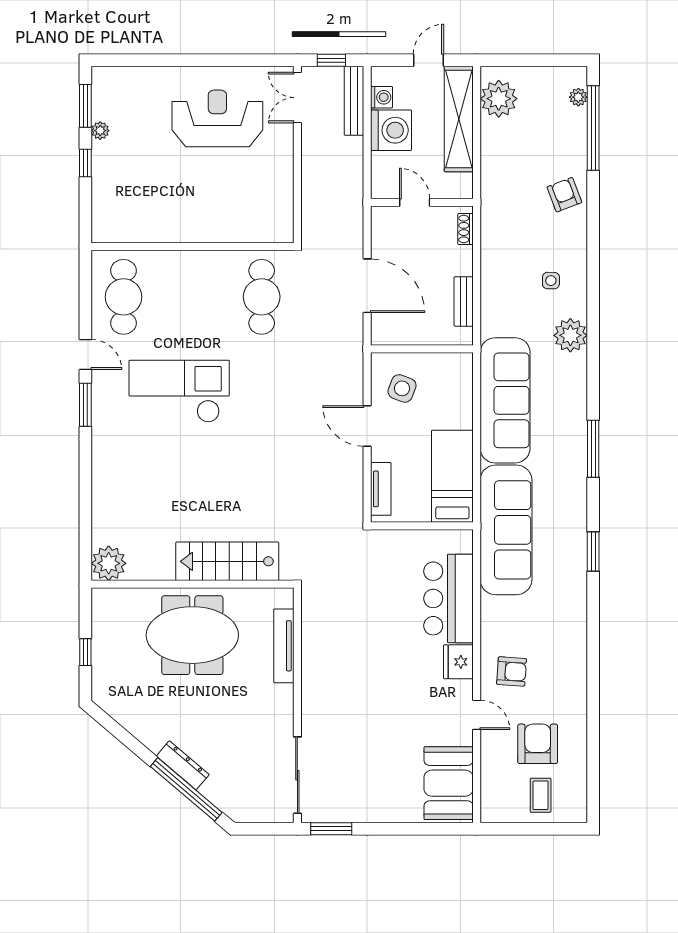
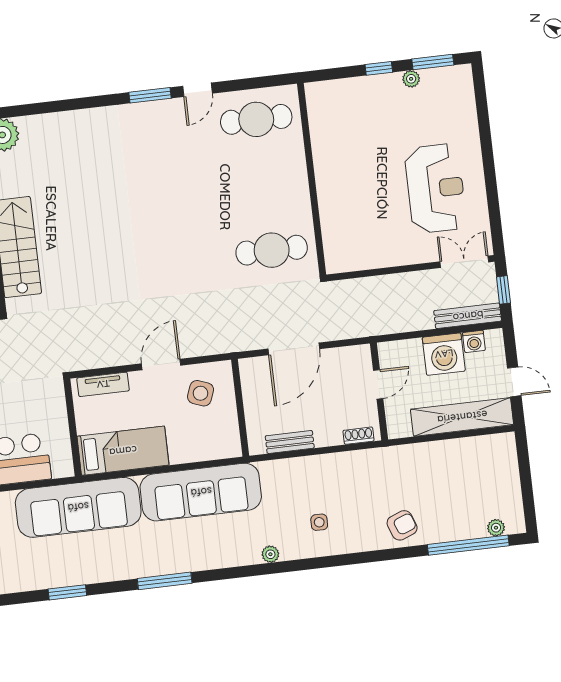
plant: (499, 99) -> (486, 453), removed
plant: (570, 335) -> (270, 554), width x0.53, depth x0.53
checkout: (179, 391) -> (173, 183), removed

